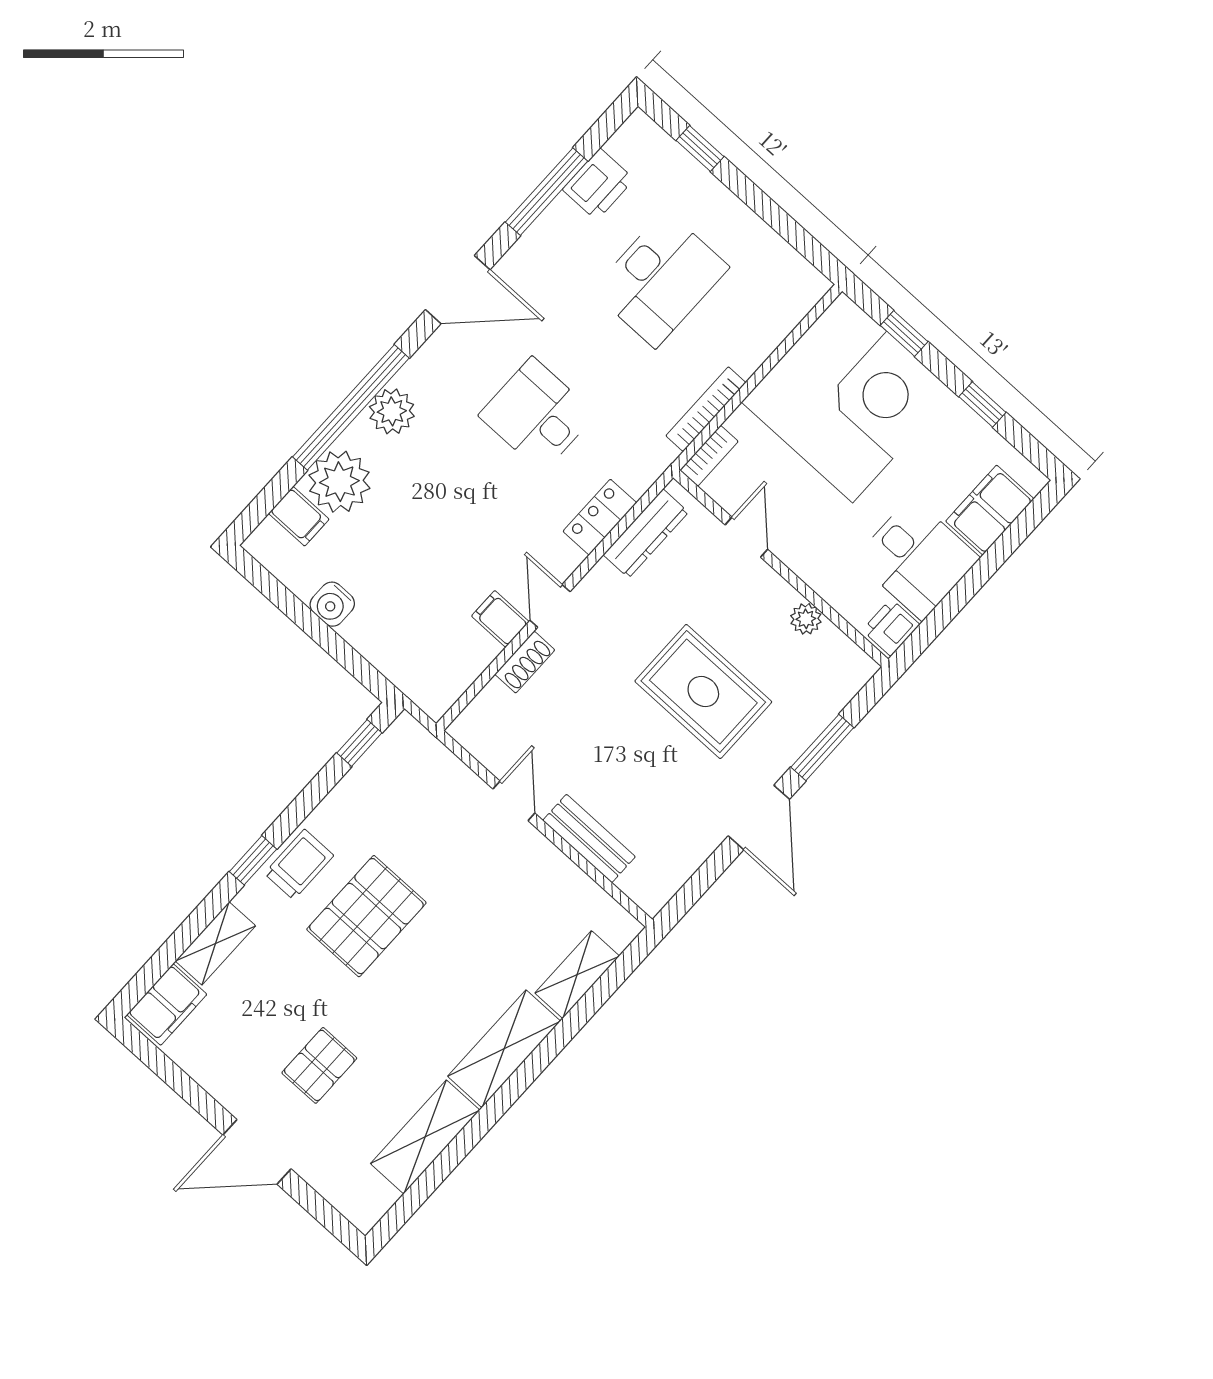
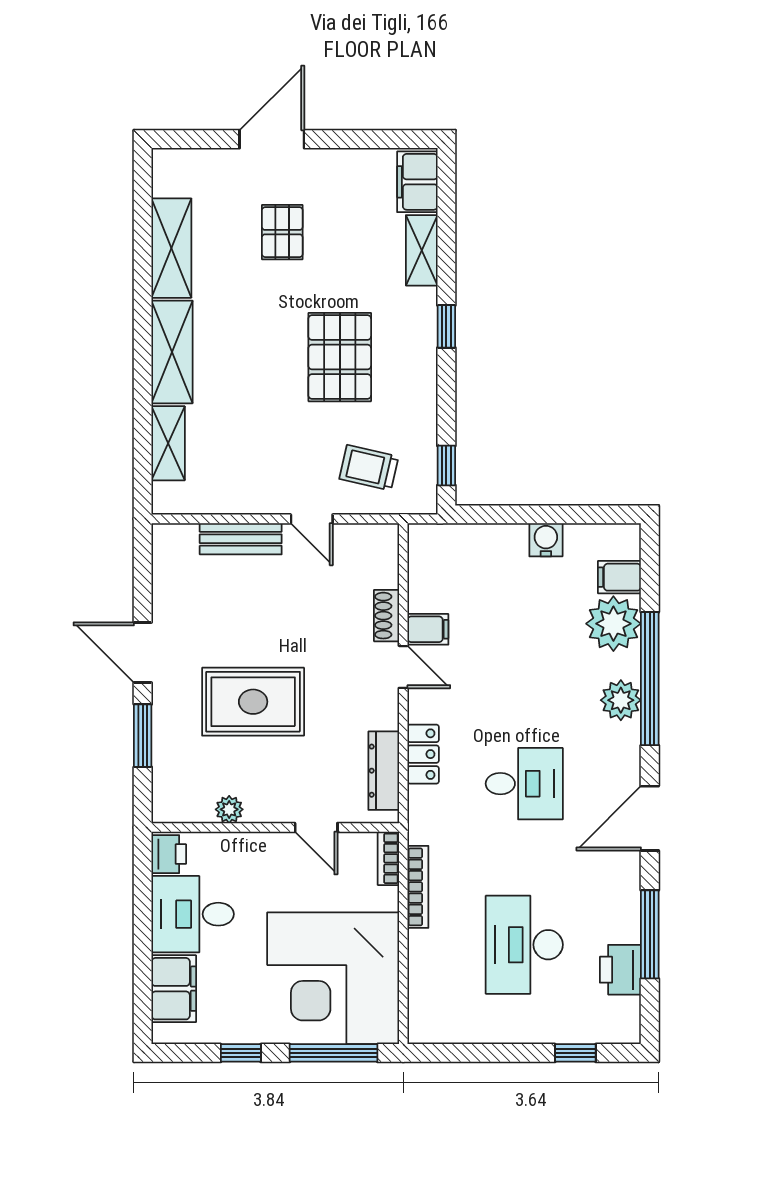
window: (904, 334) -> (334, 1053), width x2.17
trolley: (299, 865) -> (369, 468), moved, turned 103

